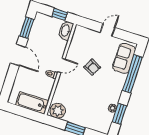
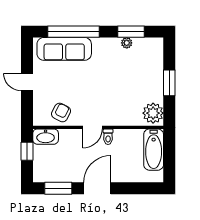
sofa: (124, 58) -> (64, 49), width x1.36
door: (61, 65) -> (93, 127), swing flipped
armchair: (92, 67) -> (61, 112), moved

